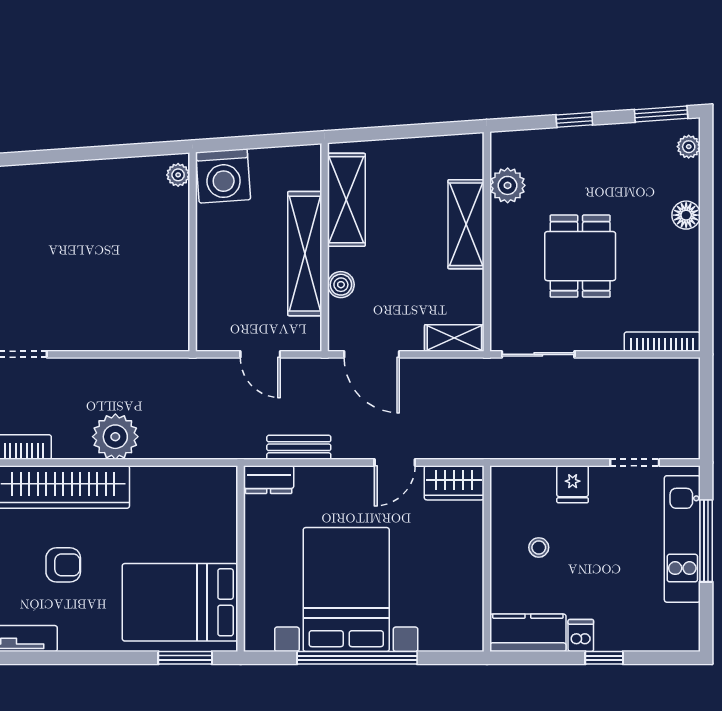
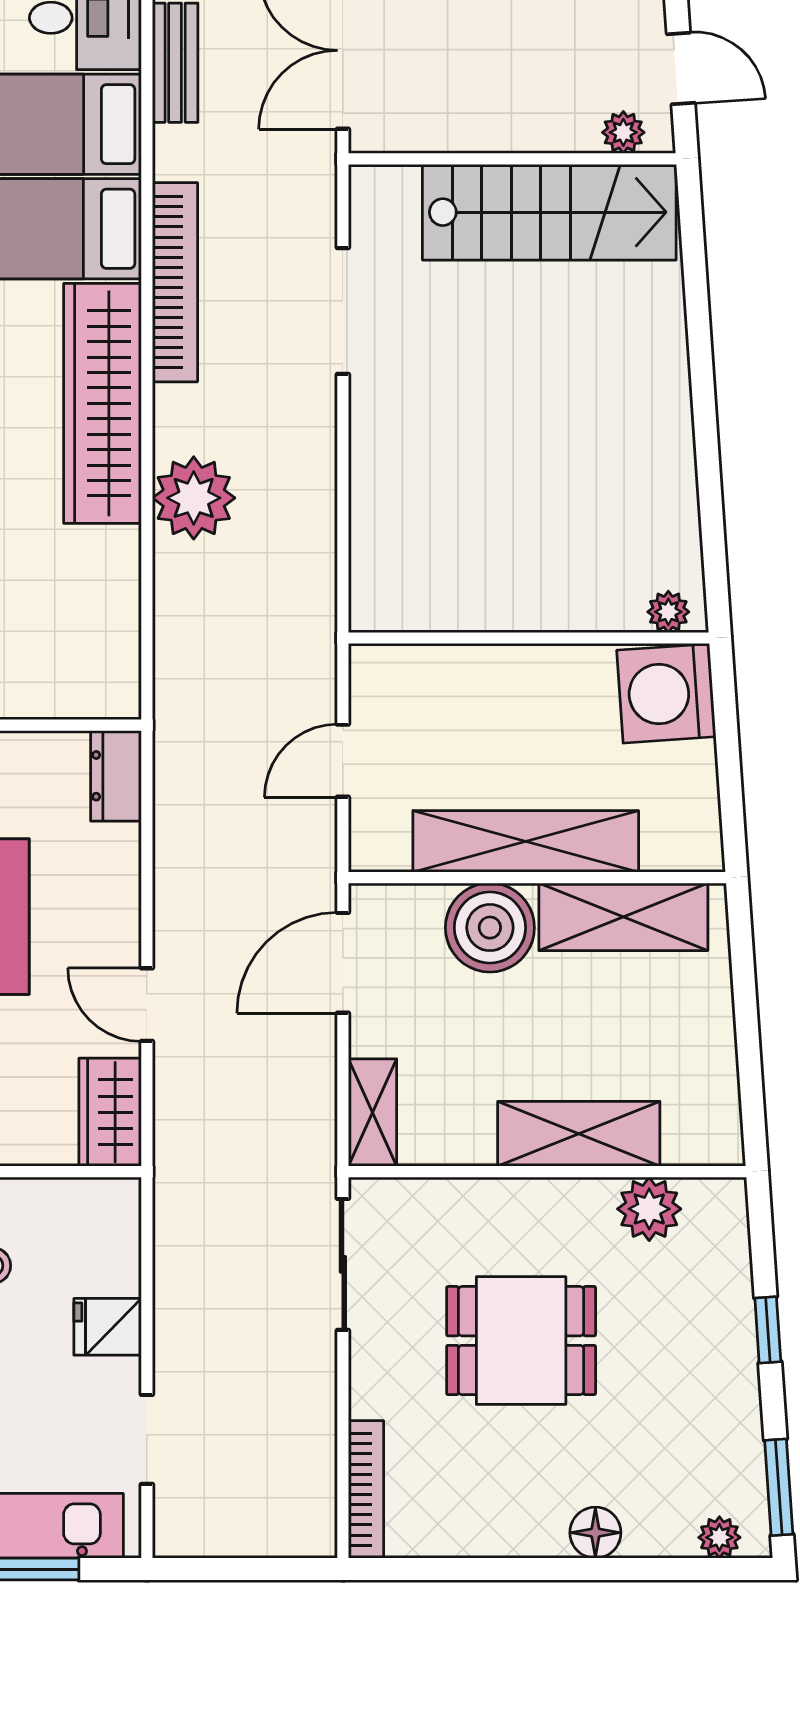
boiler: (341, 285) -> (490, 928), width x1.86, depth x1.86
bench: (299, 447) -> (174, 831), removed

